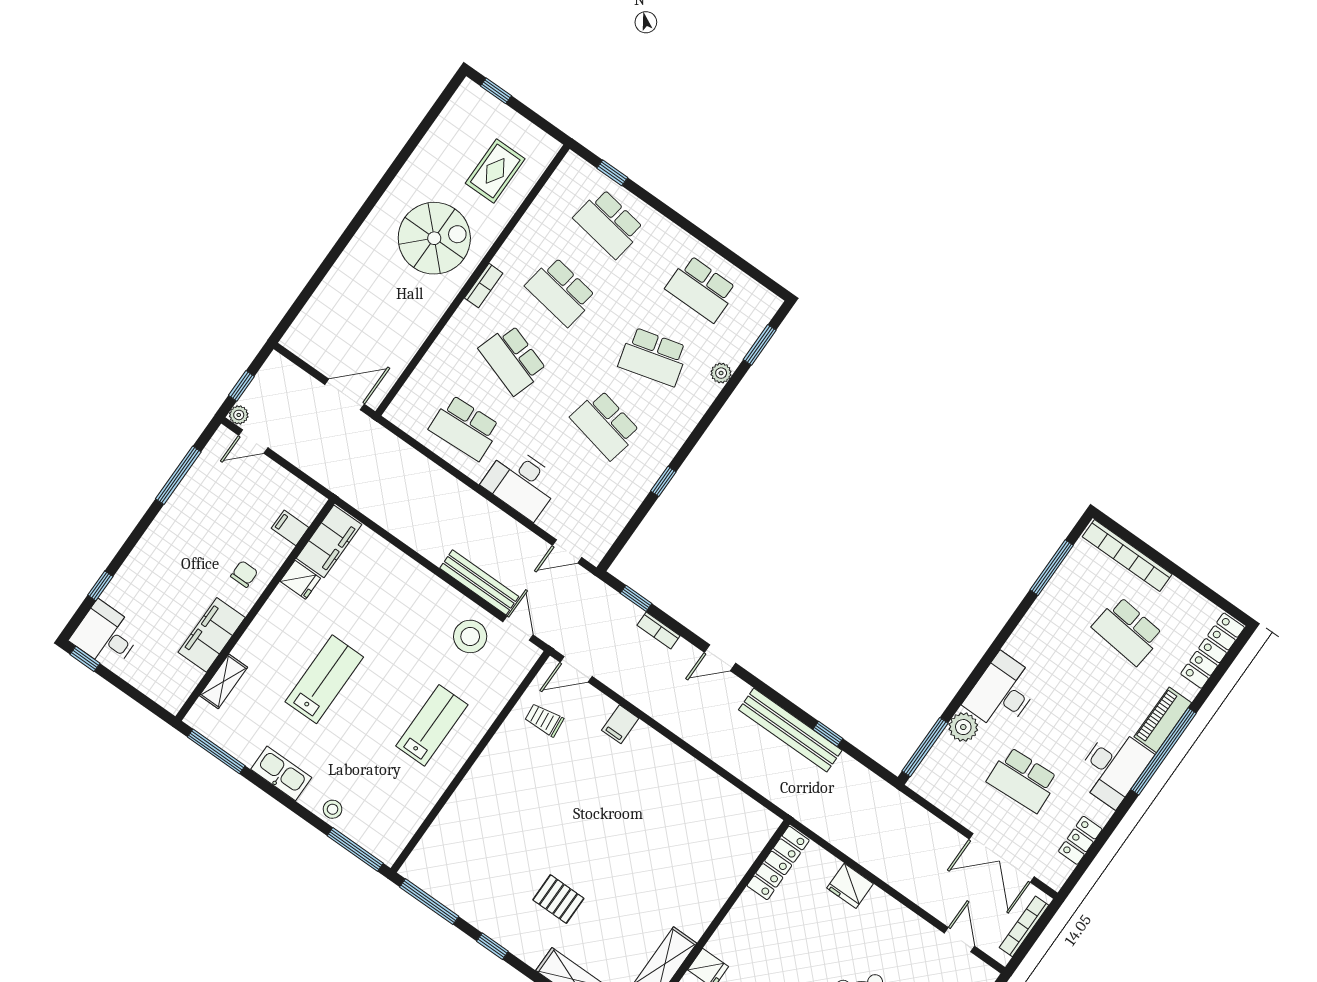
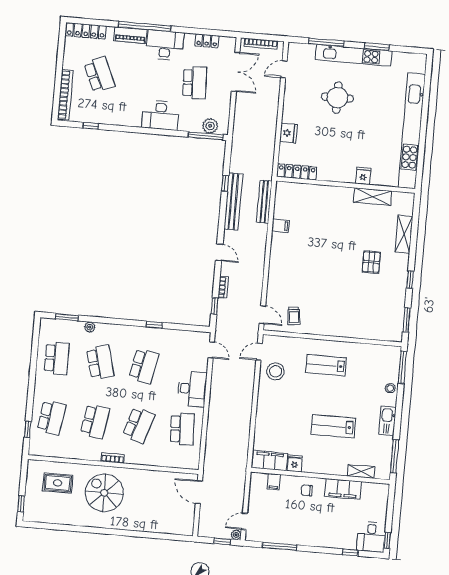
door: (253, 441) -> (244, 521), swing flipped
window: (1052, 568) -> (91, 126), width x0.46
bench: (479, 582) -> (264, 202), moved
school desk: (1128, 631) -> (99, 75), turned -30
filing cabinet: (620, 724) -> (280, 226), moved
plant: (963, 727) -> (210, 126), moved
window: (429, 902) -> (407, 320), width x0.69

